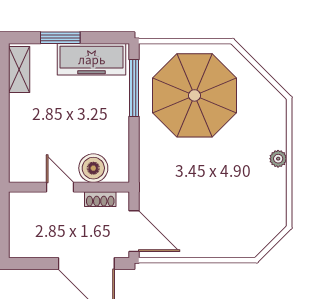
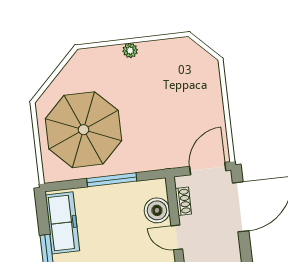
window: (134, 88) -> (112, 180), moved
door: (60, 187) -> (177, 237), hinge flipped

